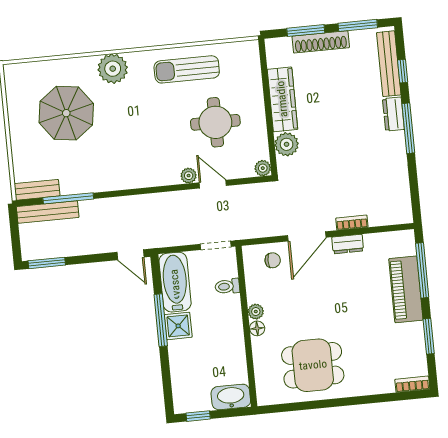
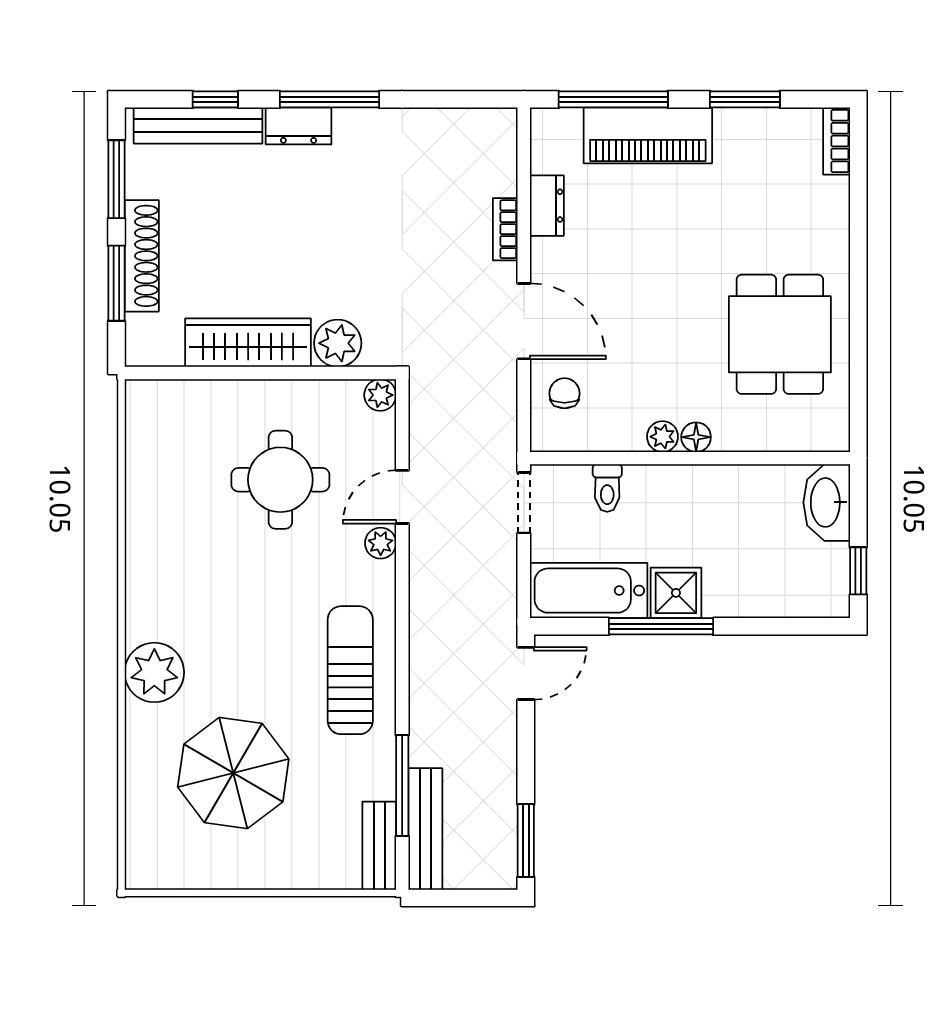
sun lounger: (187, 69) -> (350, 670), moved, turned 180
dresser: (348, 244) -> (547, 206), moved

